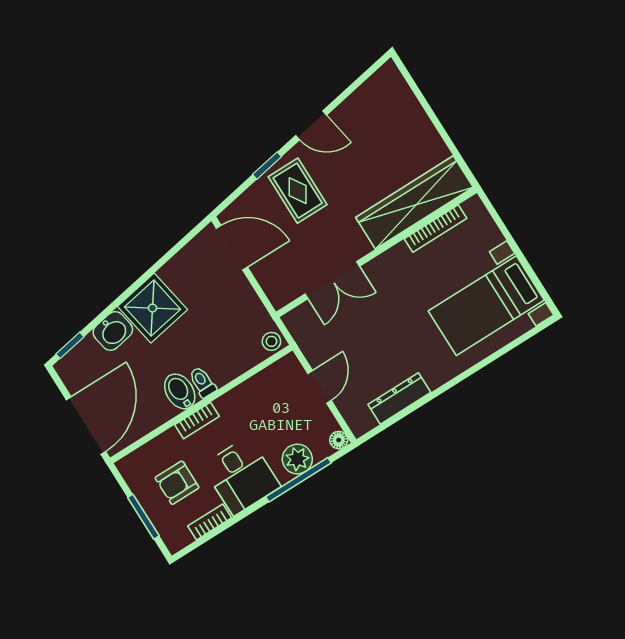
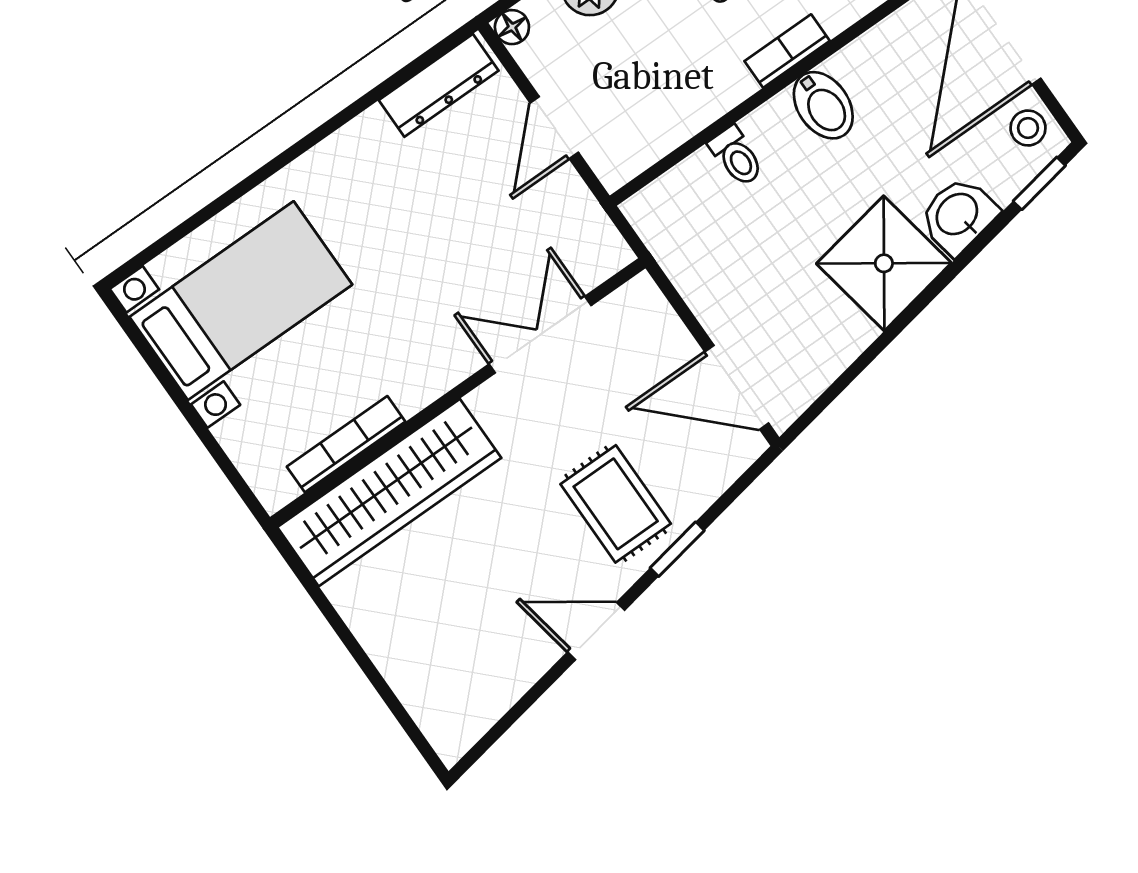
stool: (271, 341) -> (1028, 128), moved
toilet: (202, 382) -> (736, 156), moved
dresser: (399, 398) -> (439, 85), moved

